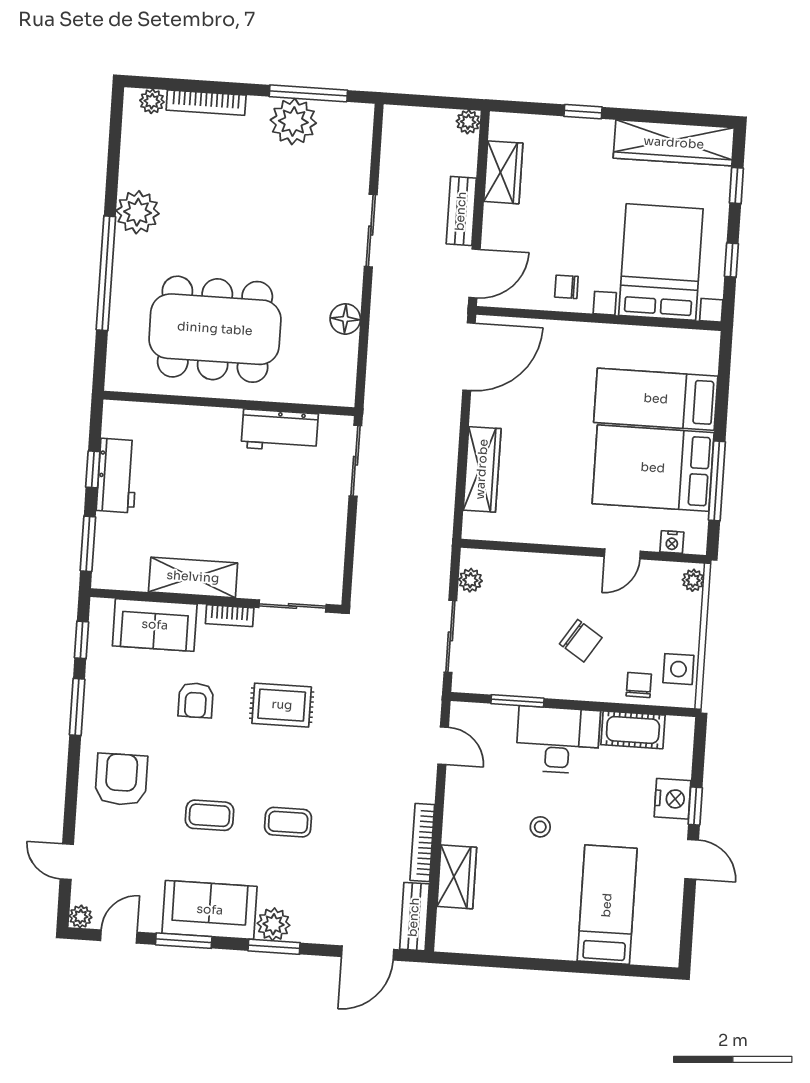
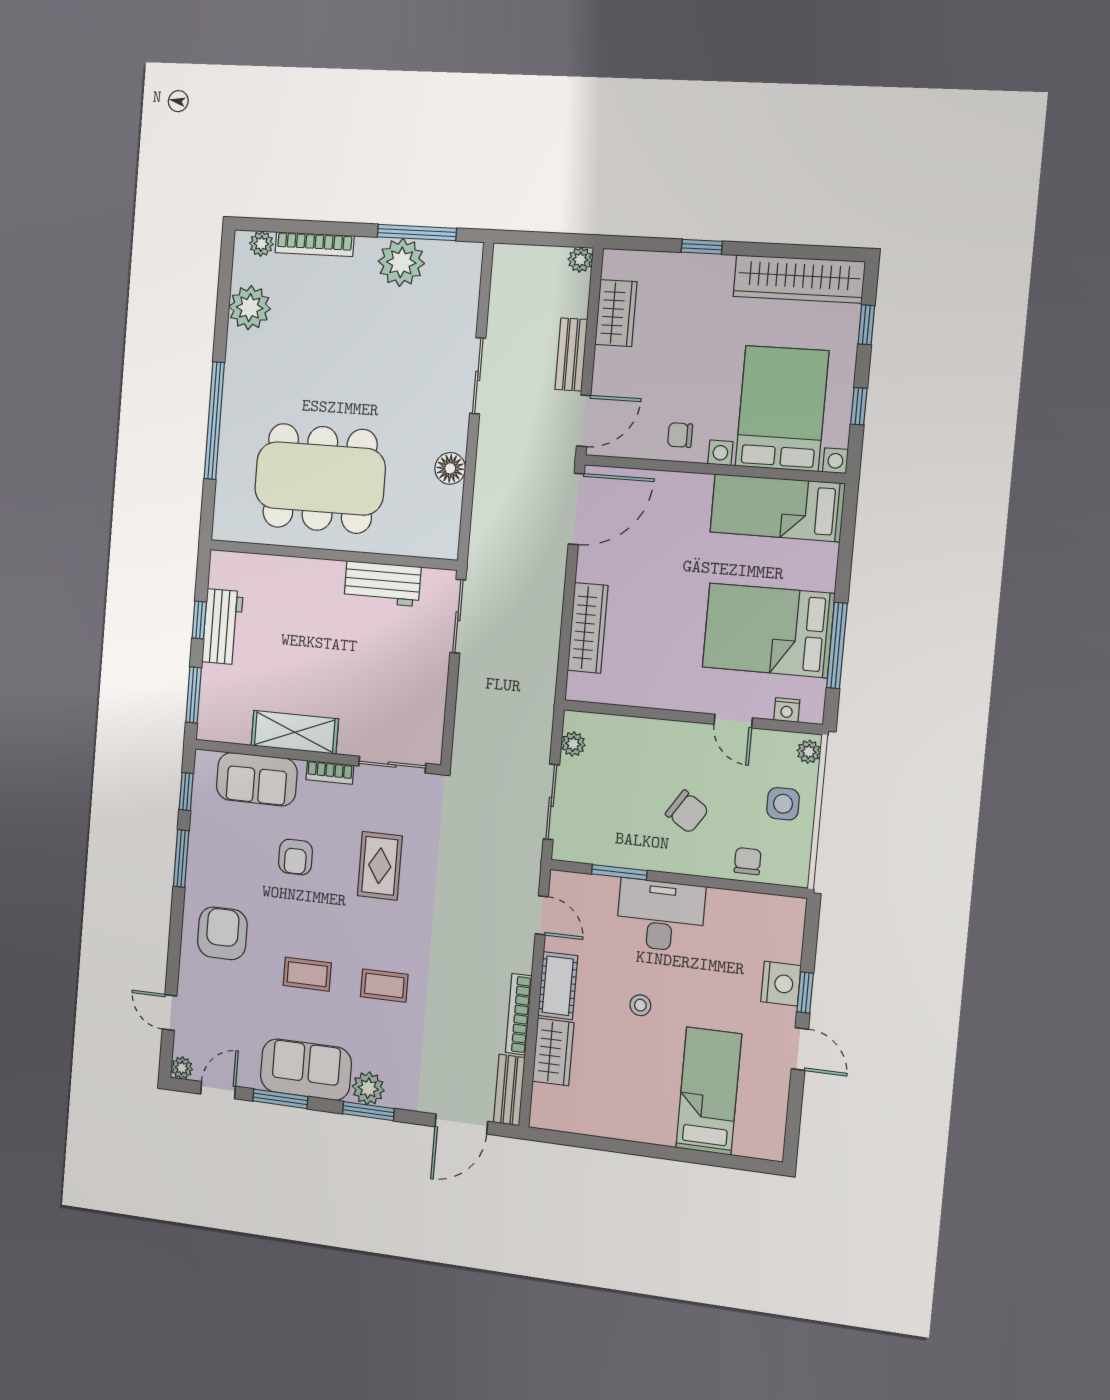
plant: (138, 212) -> (250, 308), moved
bed: (656, 399) -> (777, 508), moved
door: (622, 554) -> (733, 721), hinge flipped
side table: (678, 669) -> (783, 804), moved
rug: (282, 705) -> (380, 866), turned 90
cot: (633, 730) -> (558, 986), moved, turned 90

